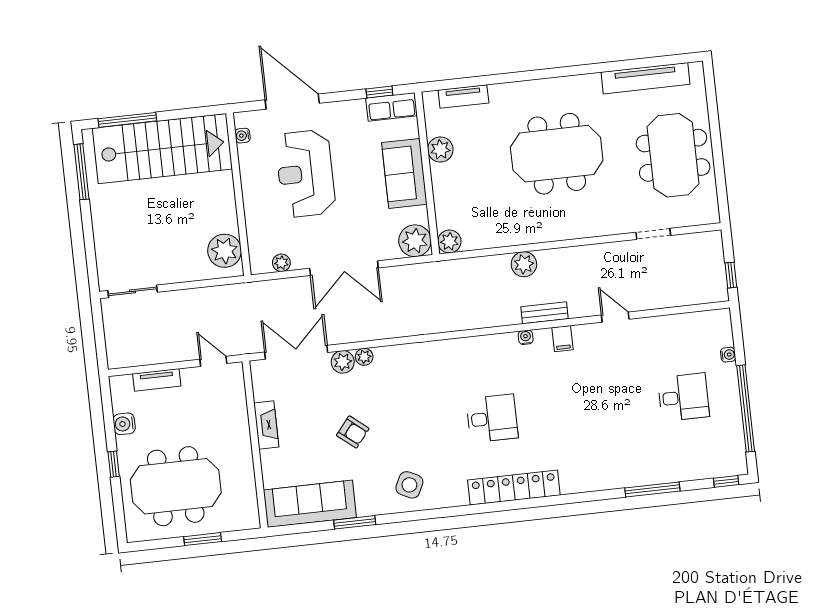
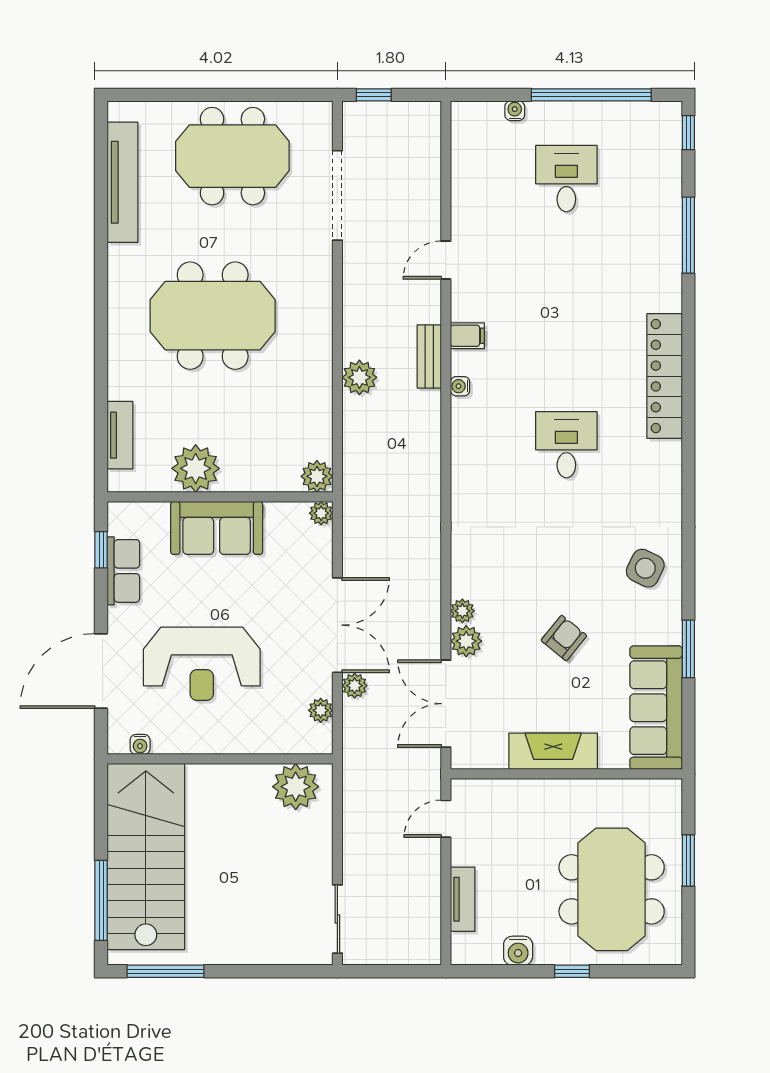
row of seats: (391, 107) -> (123, 571), moved
plant: (440, 150) -> (196, 468), width x1.36, depth x1.36
meeting table: (557, 154) -> (213, 316), turned 90
doorway: (653, 234) -> (337, 195), width x1.88
plant: (415, 241) -> (321, 513), width x0.53, depth x0.53
window: (731, 275) -> (374, 95), moved
plant: (302, 285) -> (355, 686), added
fireplace: (266, 425) -> (553, 751), width x1.37, depth x1.32
locker: (514, 488) -> (665, 376), moved

